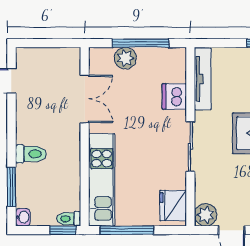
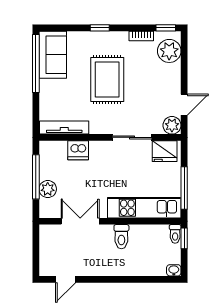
sliding door: (190, 146) -> (132, 137), moved
toilet: (31, 154) -> (121, 237), moved, turned 180
window: (11, 187) -> (150, 279), removed

